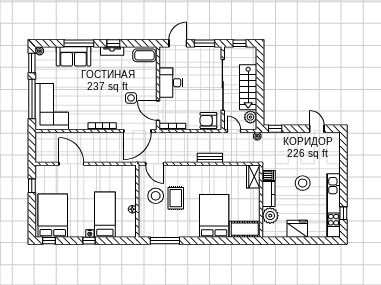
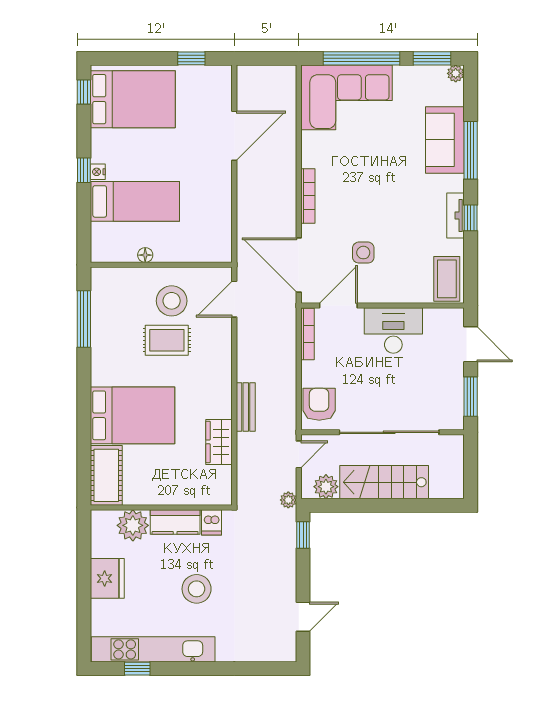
window: (239, 43) -> (471, 465), removed
wardrobe: (253, 176) -> (219, 442), moved, turned -90

